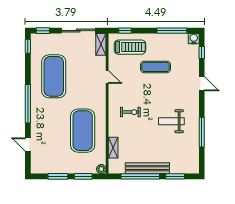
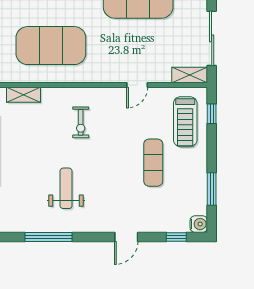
window: (172, 31) -> (212, 189), width x0.69

